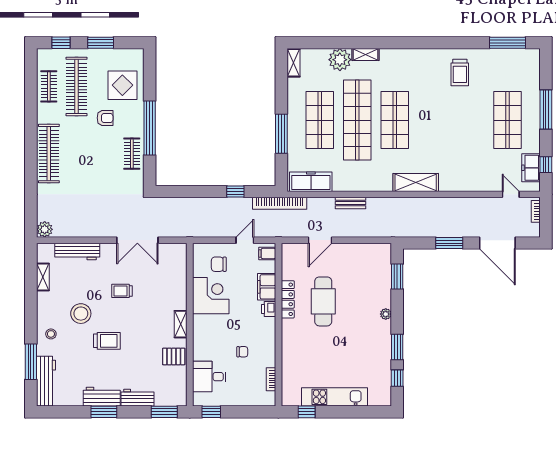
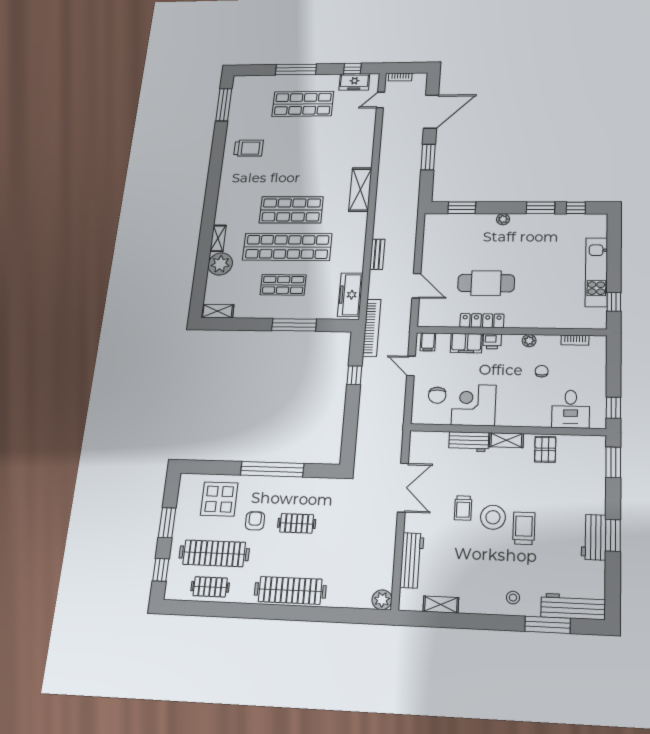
shop shelf: (320, 120) -> (283, 285), width x0.70, depth x0.74
clothes rail: (132, 154) -> (297, 523), moved
stool: (81, 314) -> (493, 517), moved
plant: (270, 340) -> (529, 341), added
workbench: (138, 398) -> (469, 442), moved, turned -90

